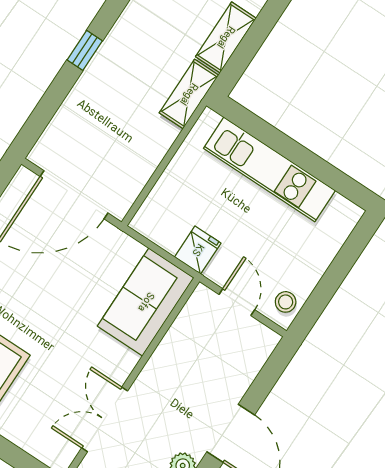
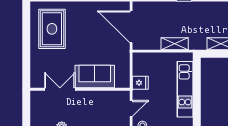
shelving: (189, 94) -> (175, 44), moved
sofa: (146, 302) -> (95, 77), moved

